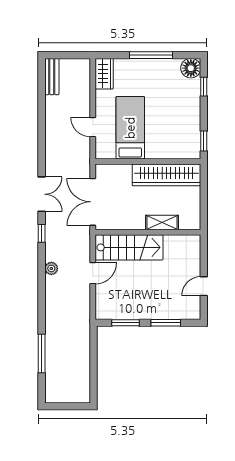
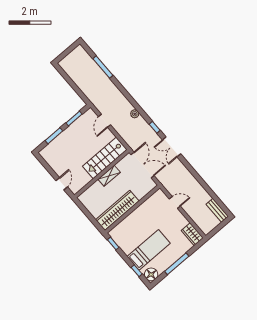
bed: (130, 128) -> (149, 250), moved, turned -90
shelving: (162, 223) -> (109, 176), moved
door: (93, 273) -> (104, 121), moved
door: (204, 286) -> (62, 184), moved

